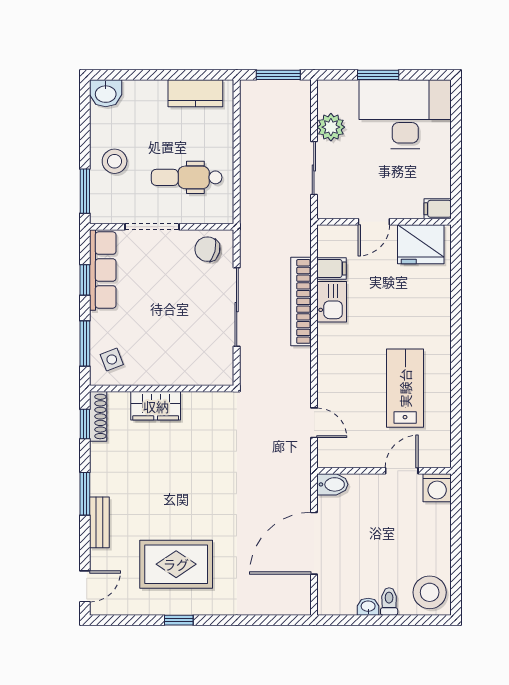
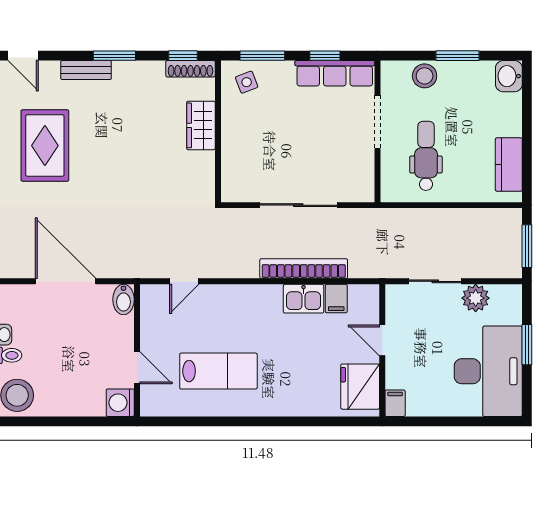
stool: (115, 161) -> (425, 76), moved
window: (85, 191) -> (458, 56), moved
chair: (207, 249) -> (355, 176), removed

